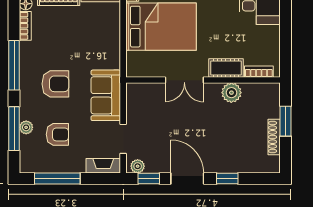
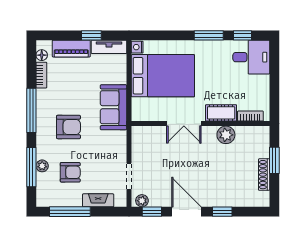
sofa: (106, 95) -> (114, 107), moved
fireplace: (103, 166) -> (98, 200), moved

